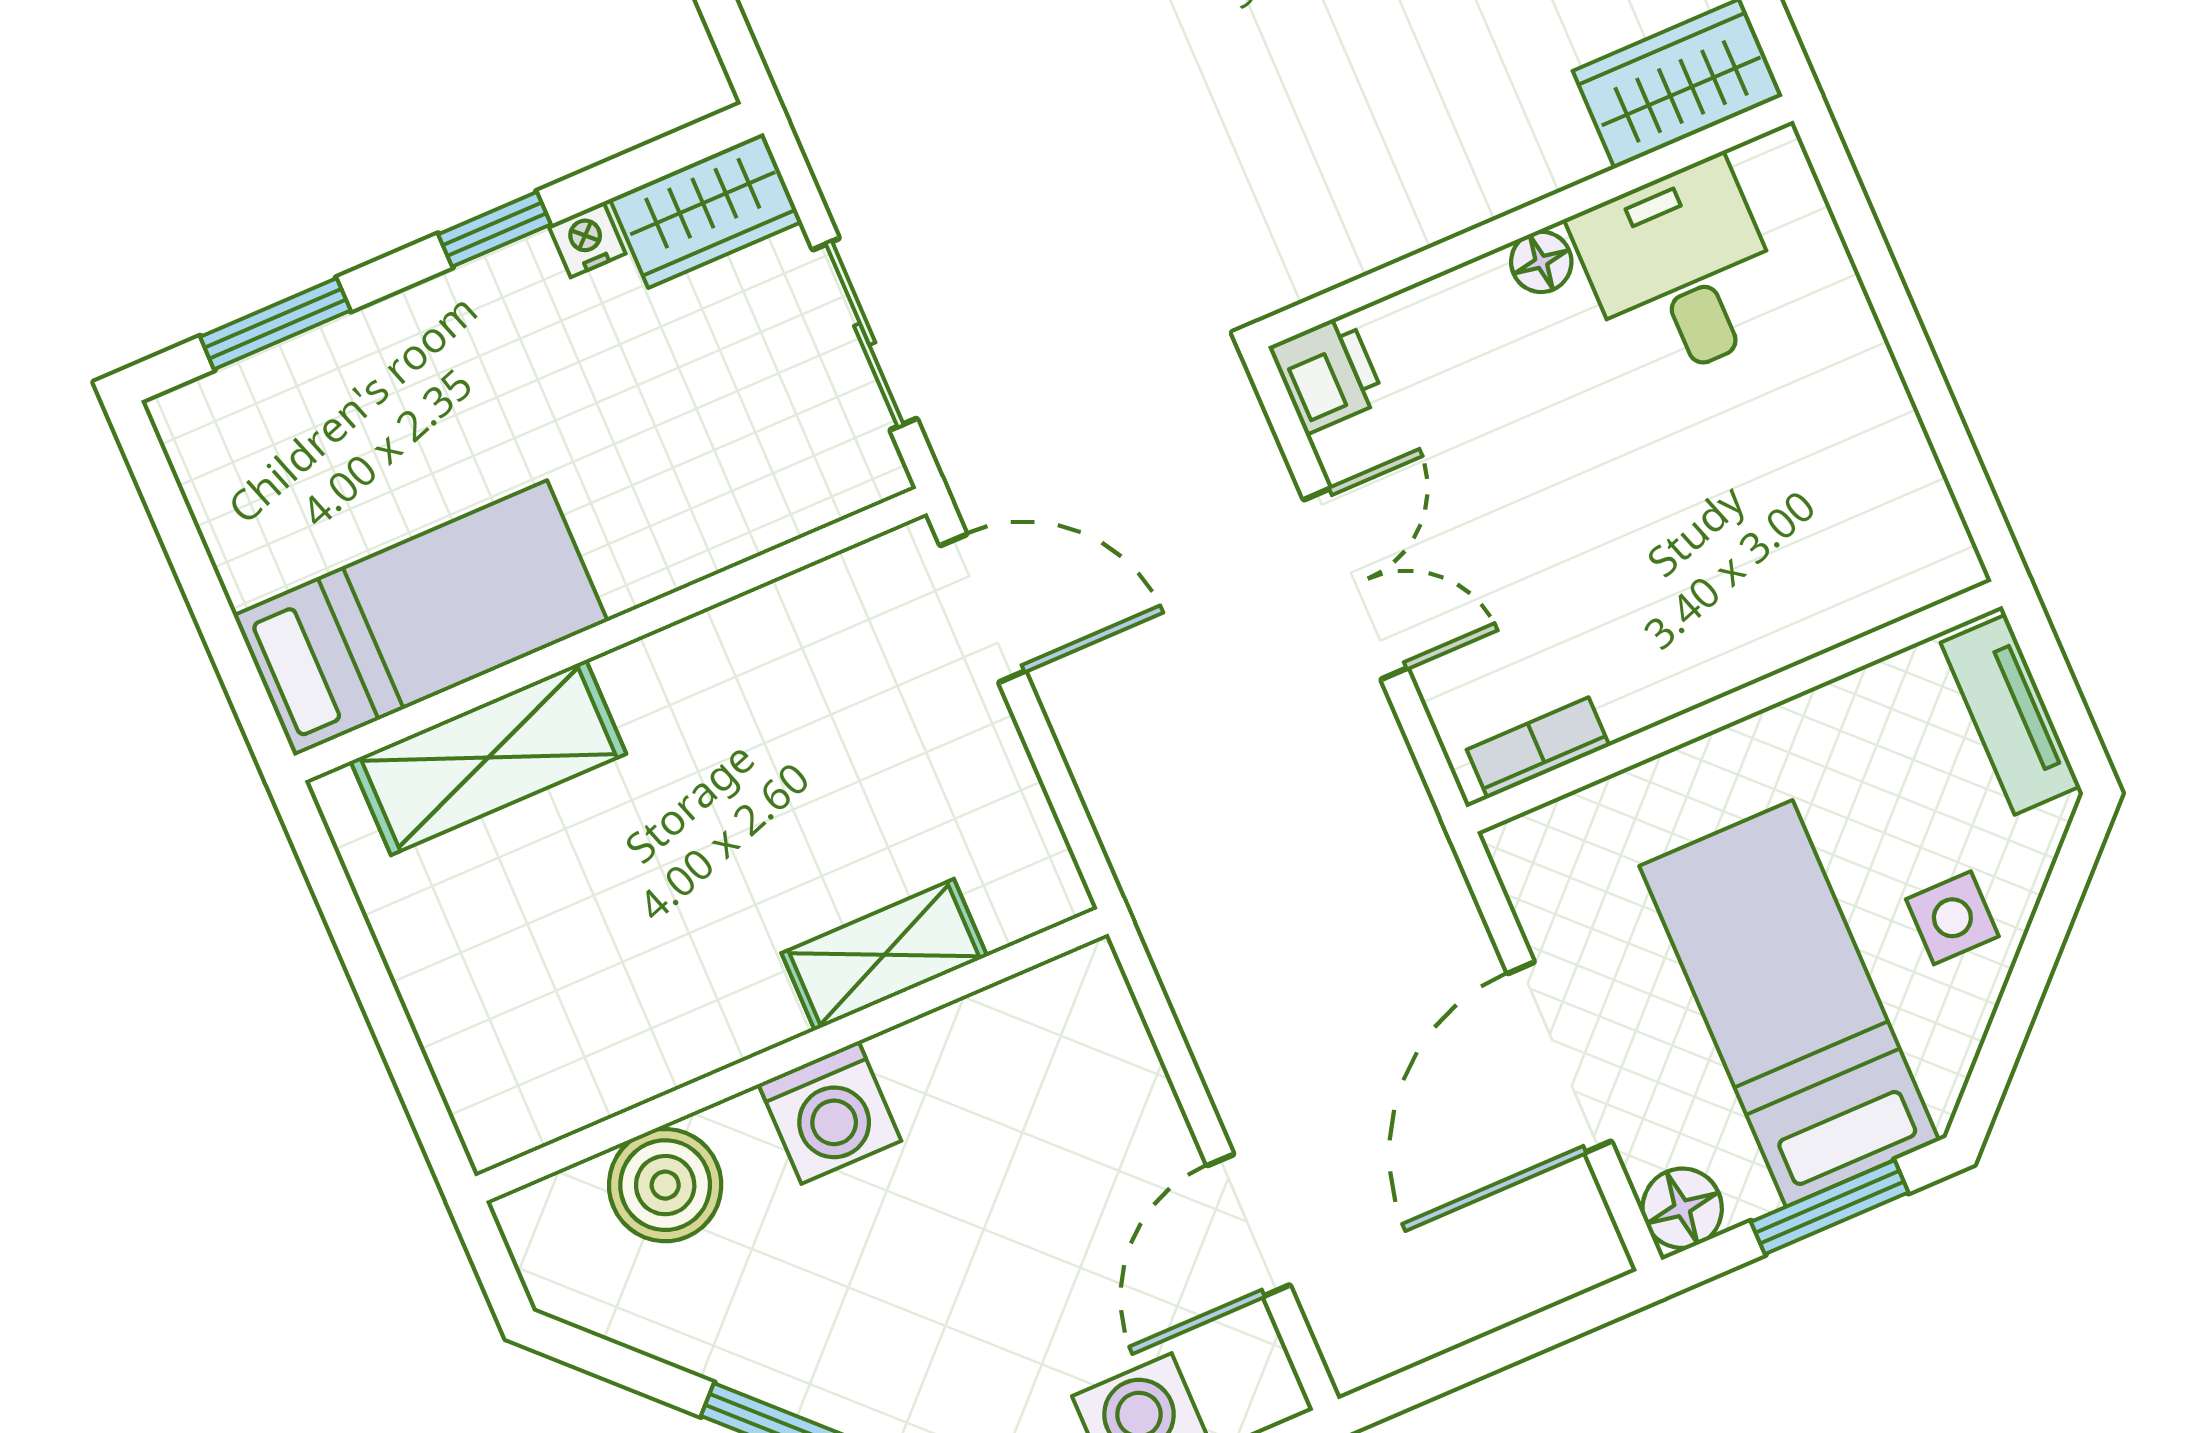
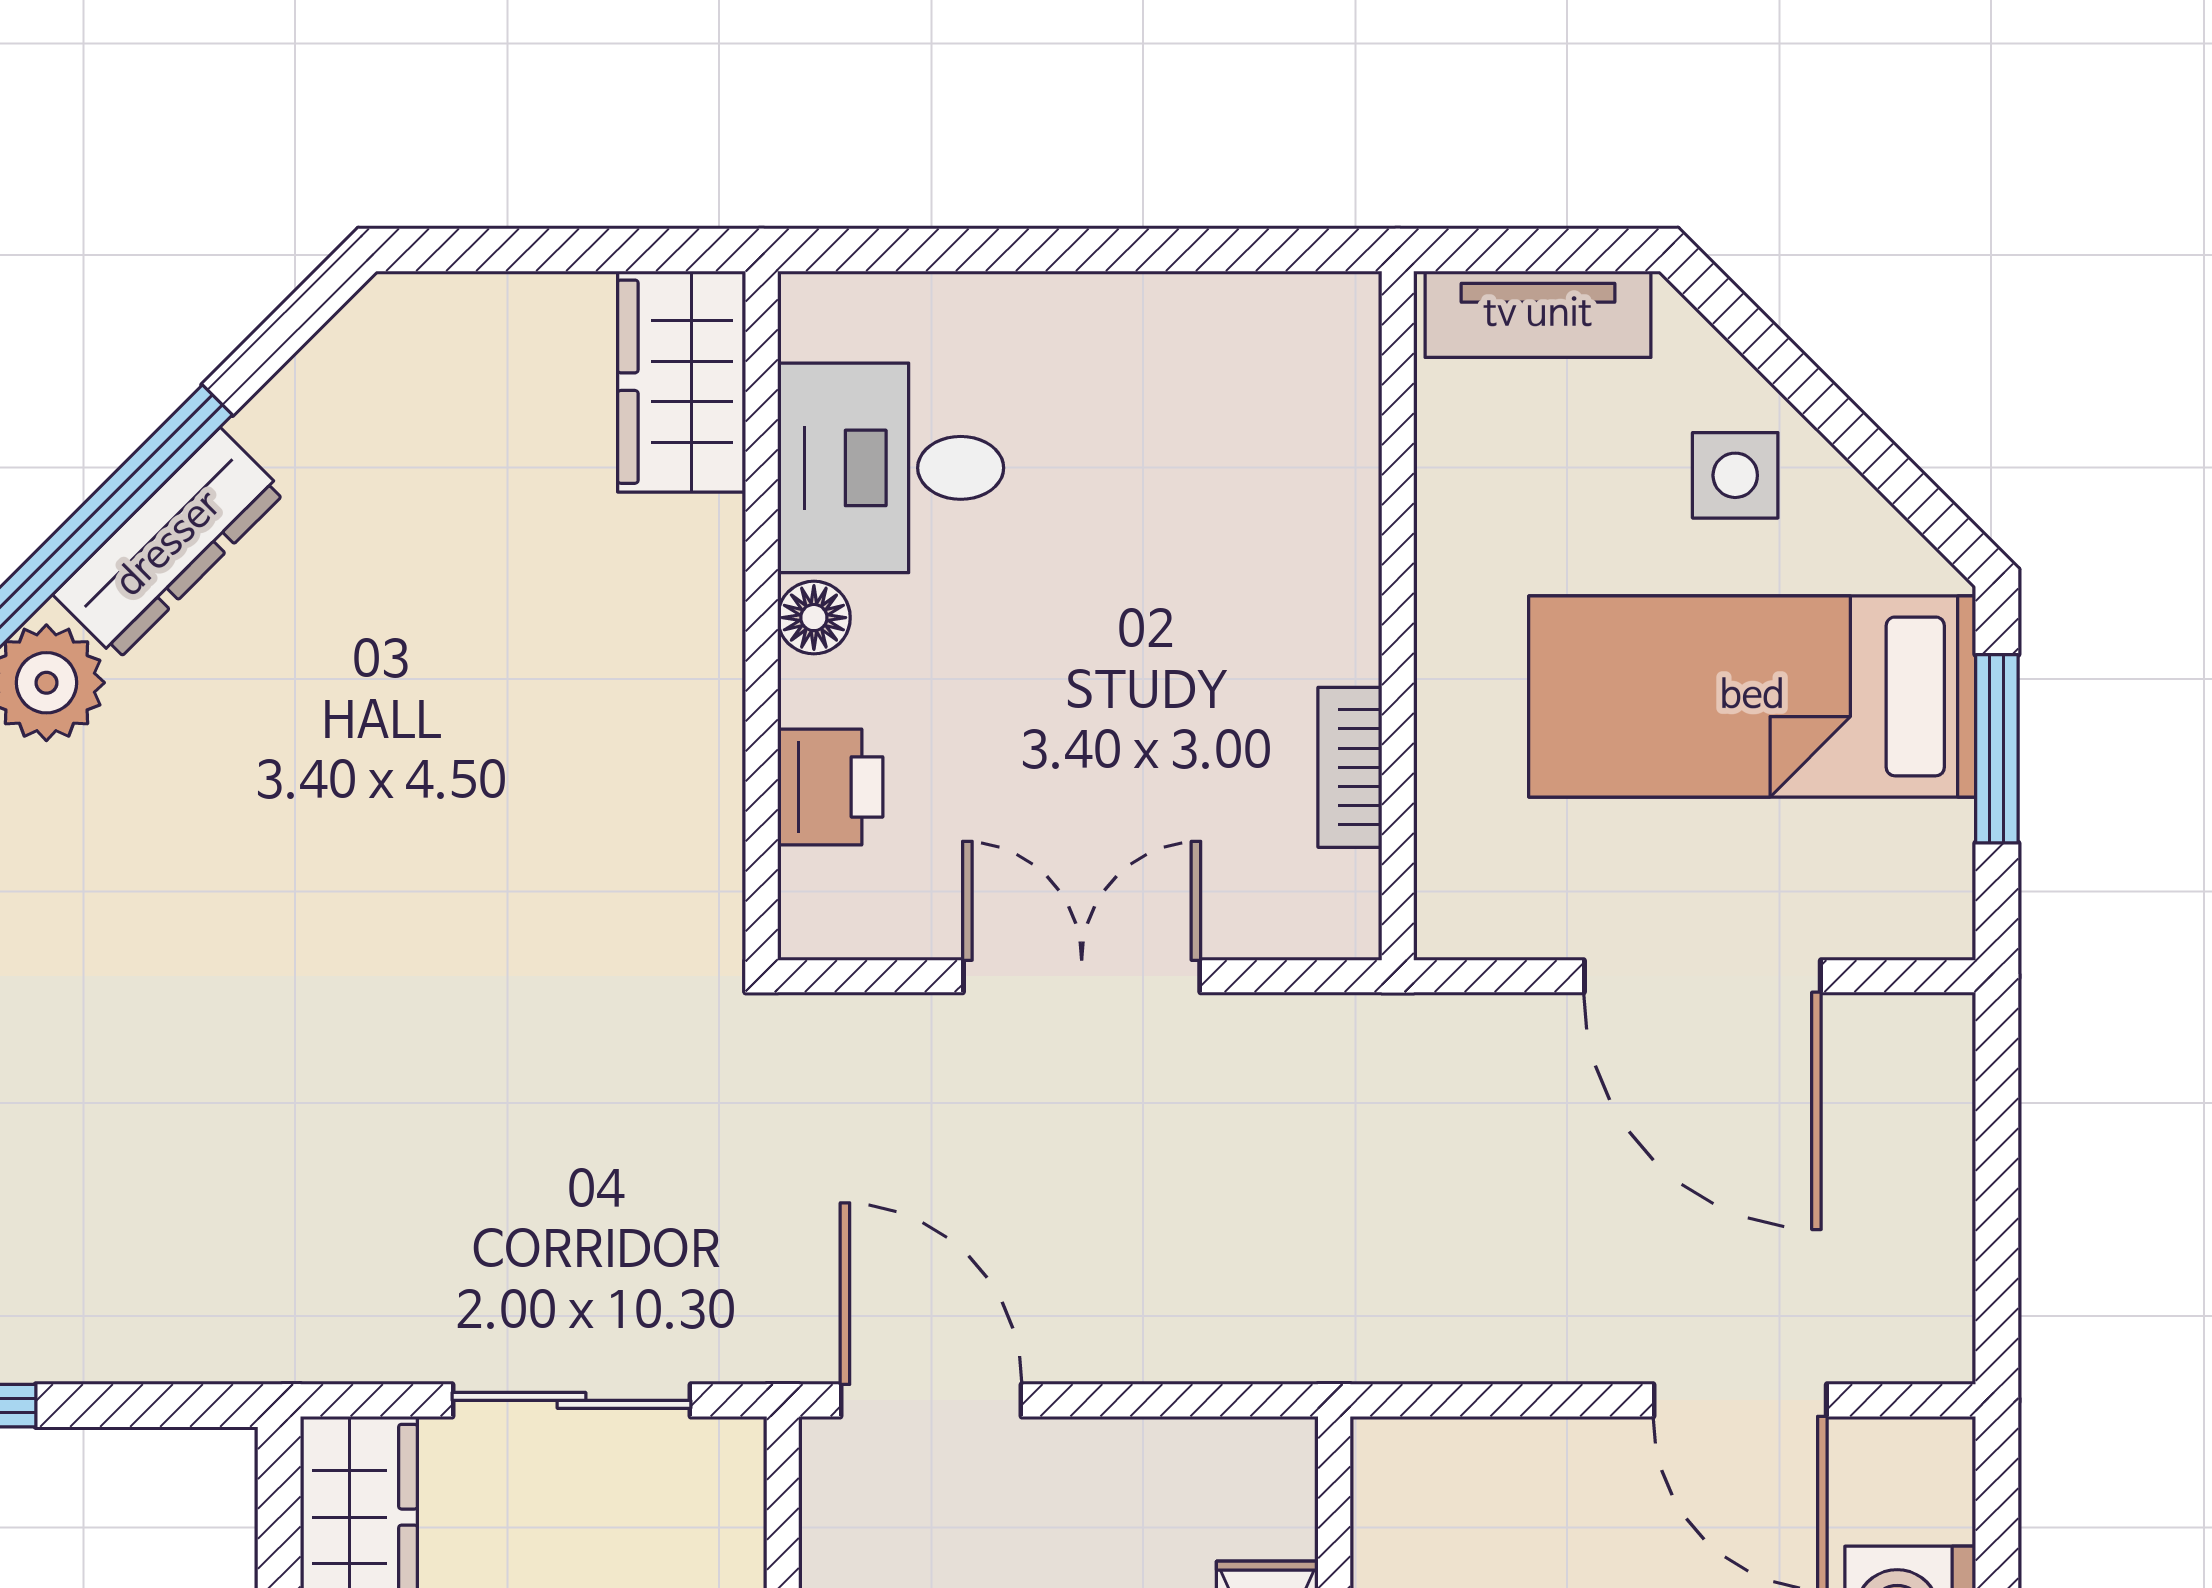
printer: (1327, 374) -> (830, 787), moved, turned 90
door: (983, 608) -> (931, 1400), hinge flipped
bookcase: (1538, 748) -> (1350, 767), moved
floor lamp: (1682, 1208) -> (1928, 913), removed

